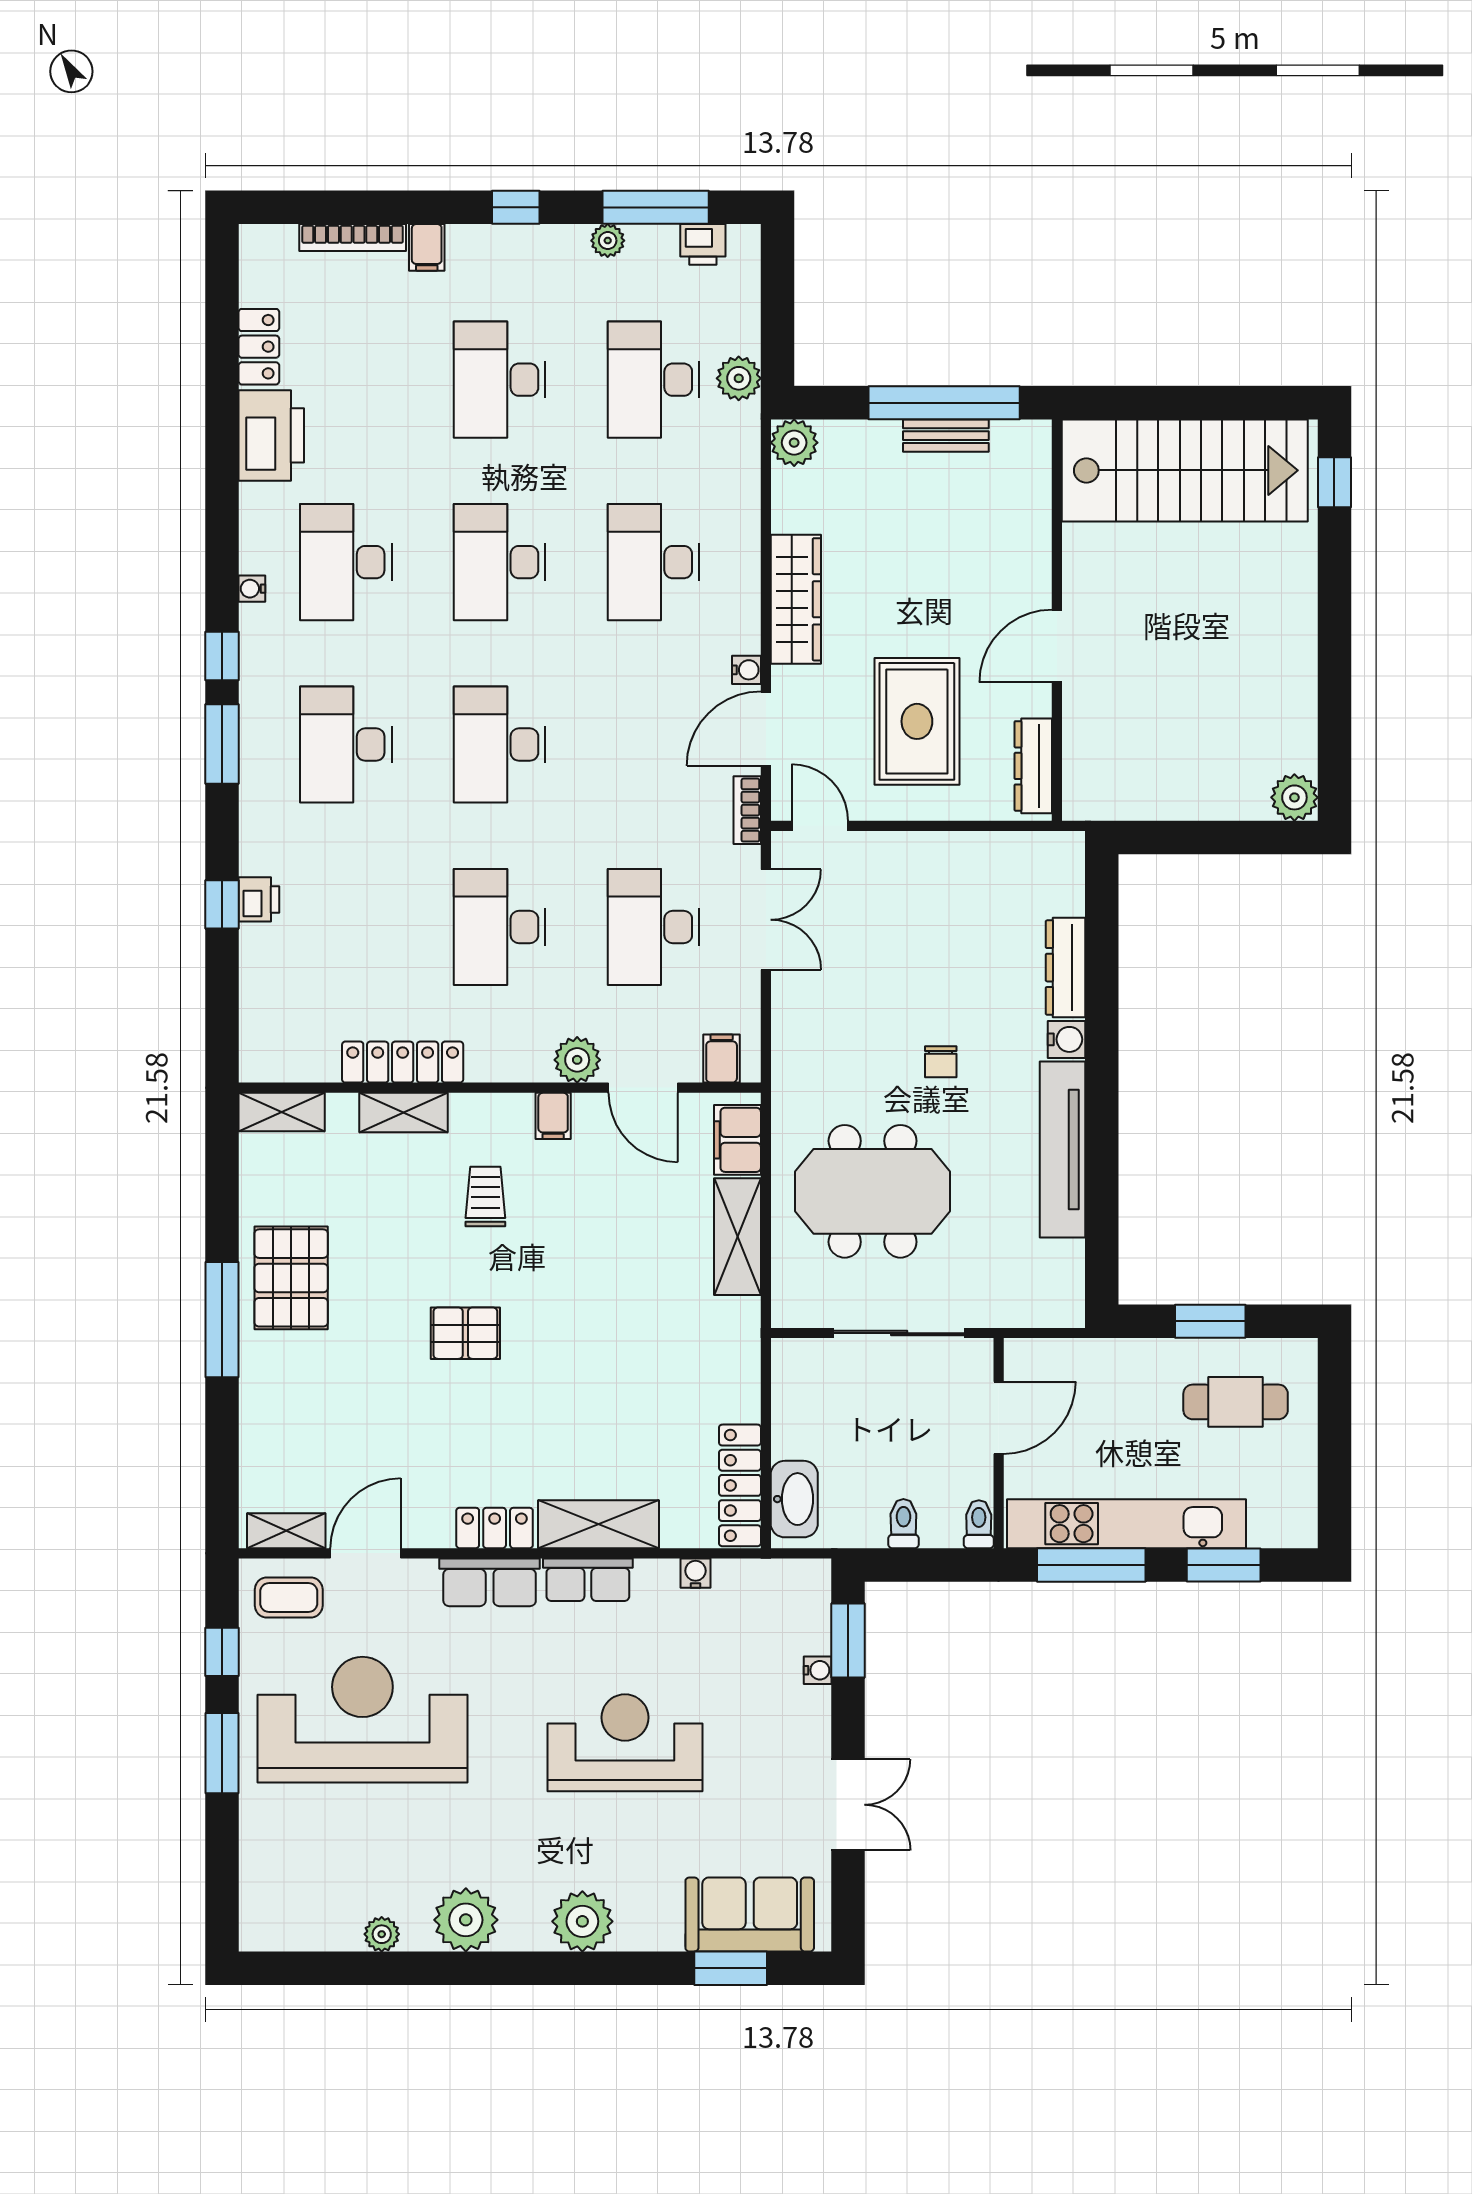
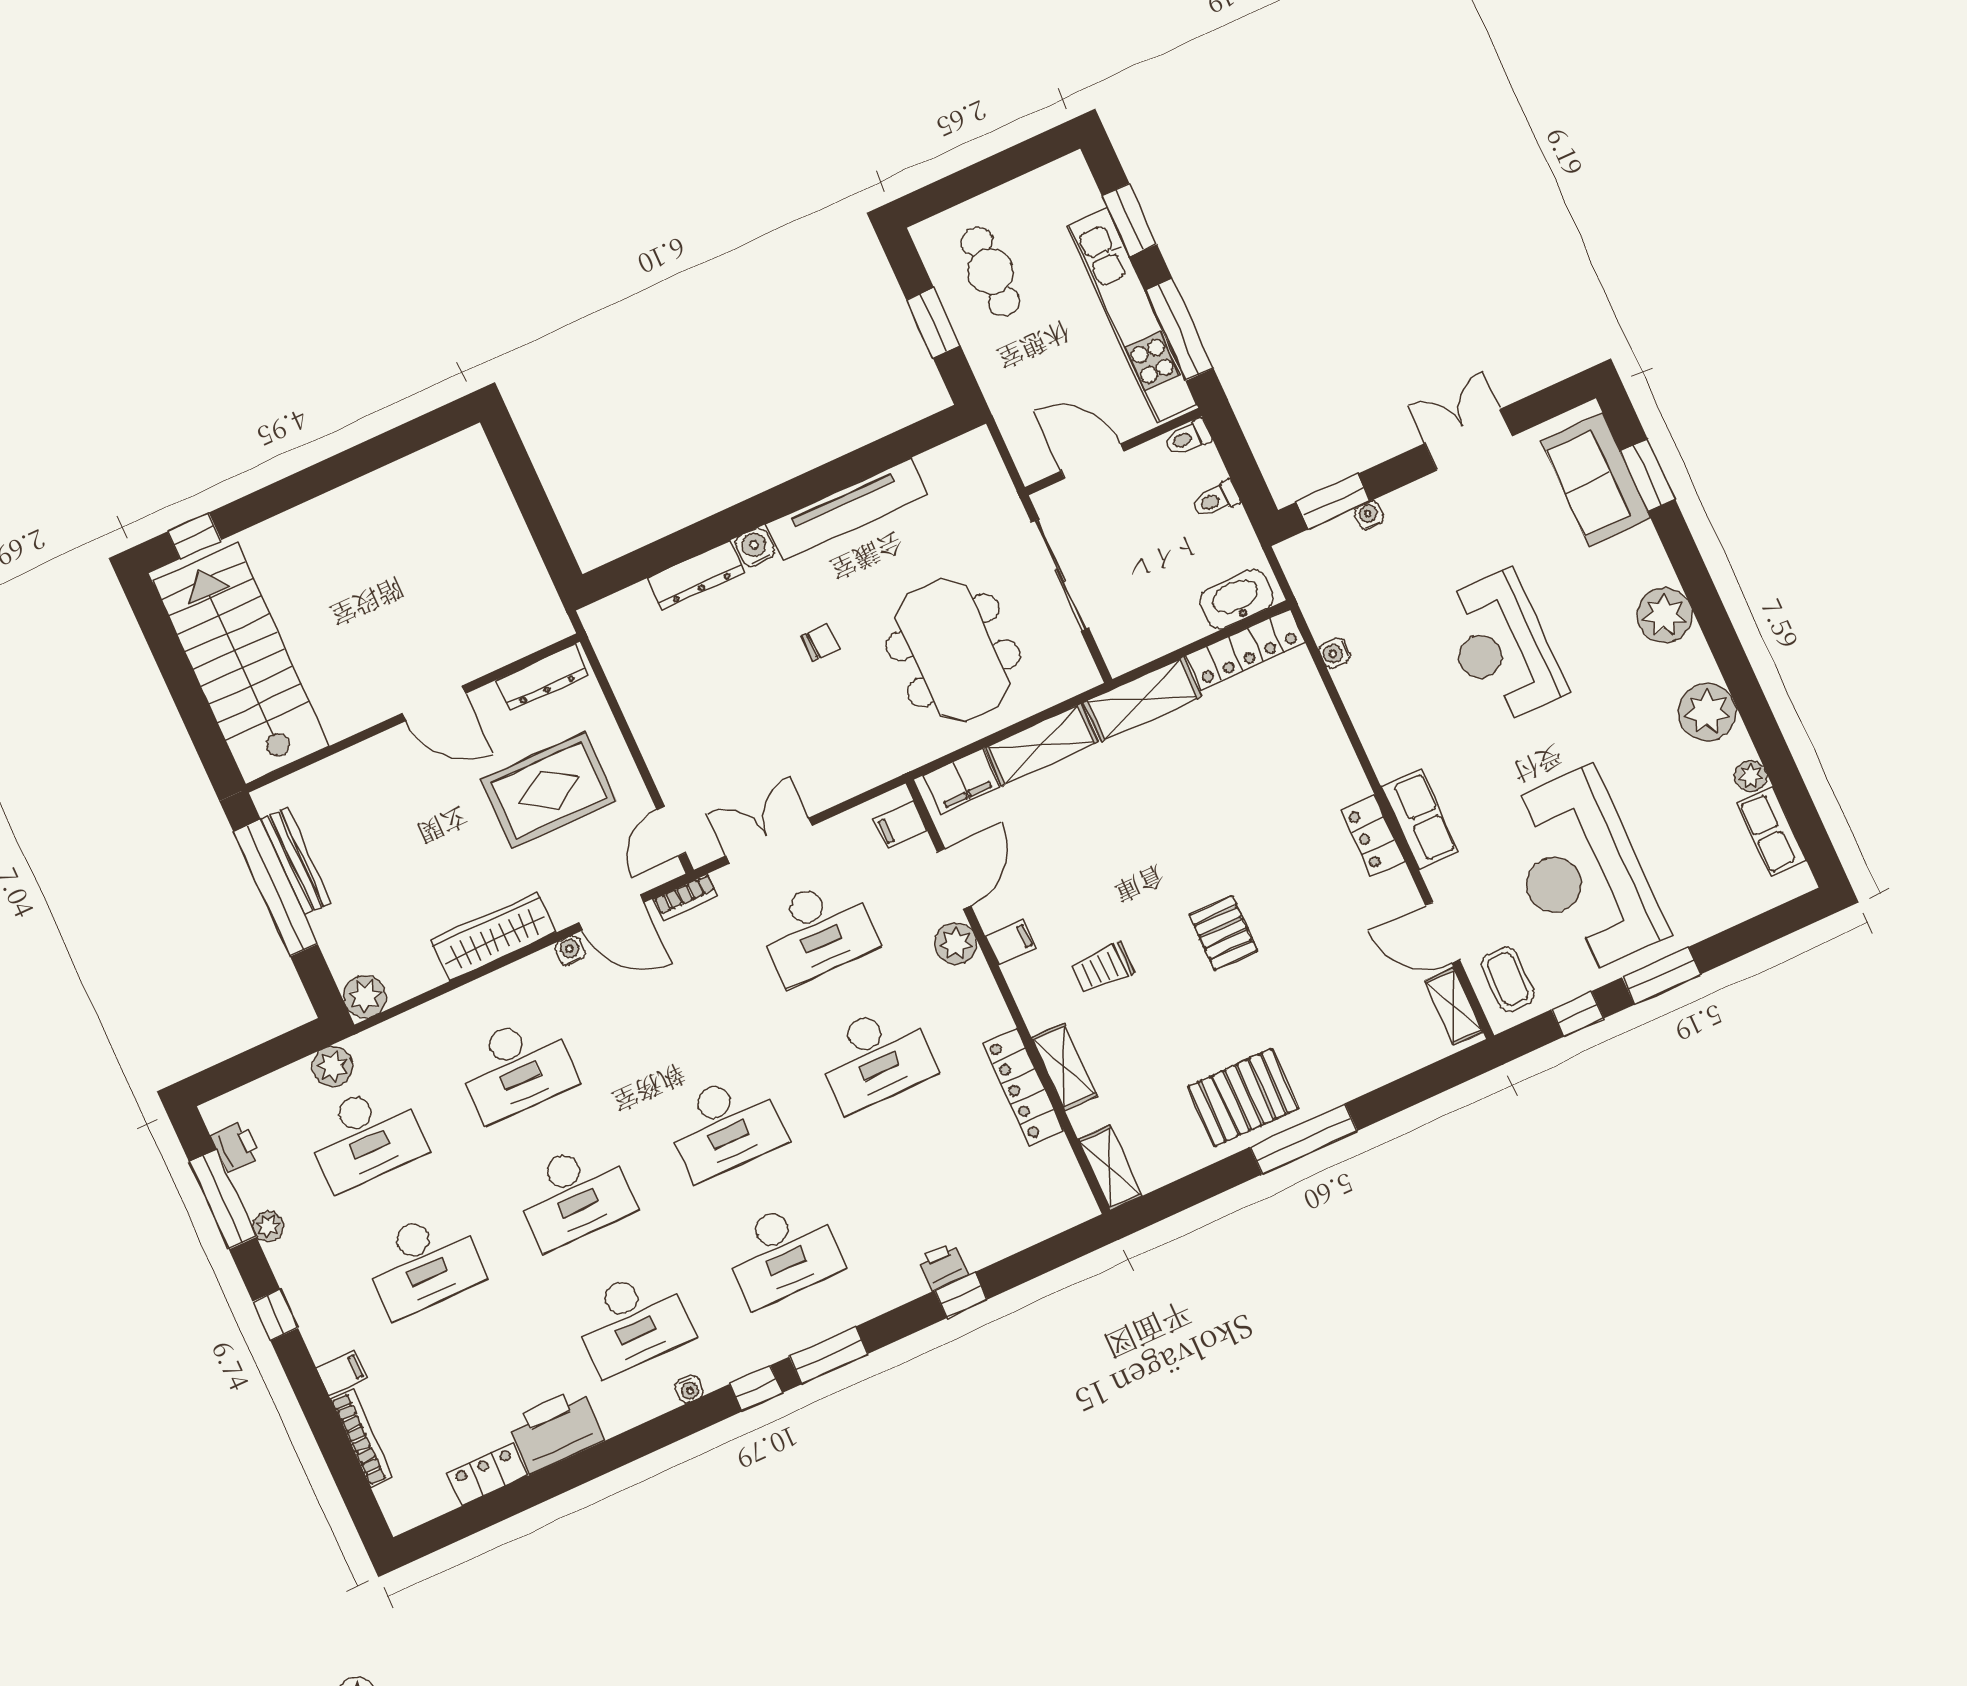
bench: (946, 436) -> (296, 861), width x1.36
plant: (1294, 797) -> (469, 450), removed
shelving: (599, 1524) -> (1142, 699), moved, turned 90
row of seats: (588, 1580) -> (1772, 832), moved, turned 180

